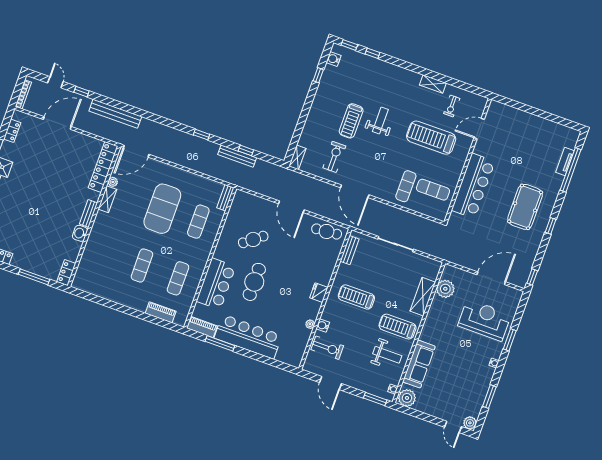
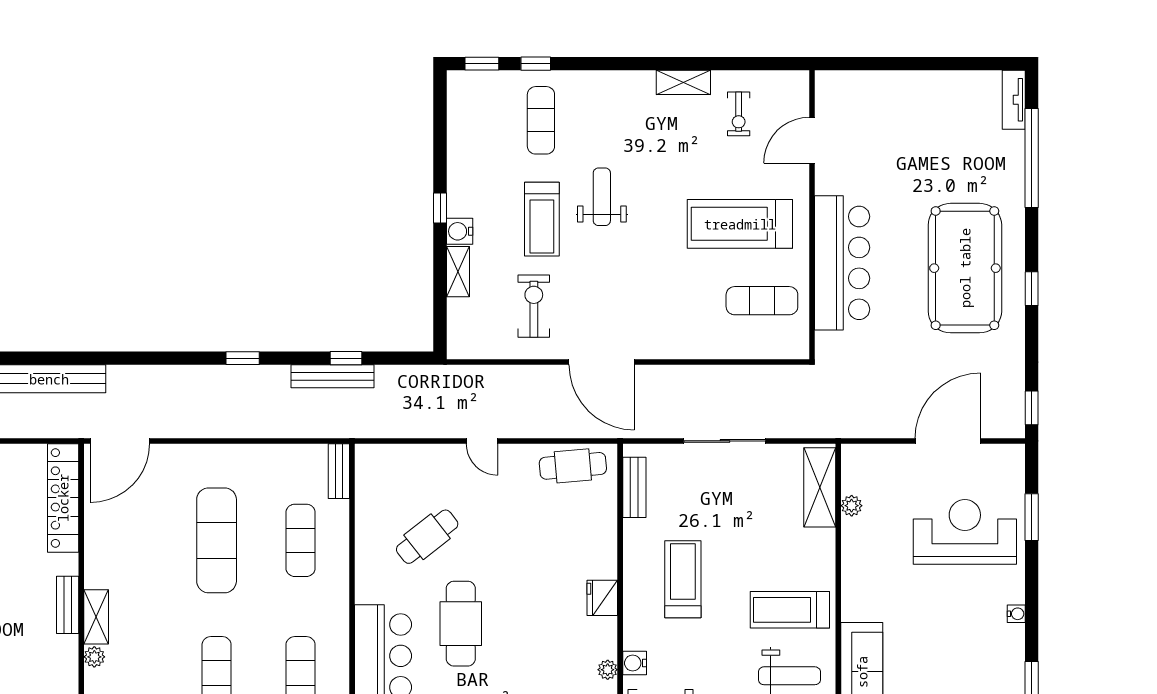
water cooler: (334, 59) -> (460, 231), moved
window: (318, 75) -> (440, 208), moved
treadmill: (431, 138) -> (740, 224), moved
shelving: (297, 157) -> (458, 272), moved
tv unit: (565, 161) -> (1014, 100), moved
plant: (113, 182) -> (94, 657), moved
exercise mat: (406, 186) -> (541, 120), moved
shelving: (107, 199) -> (96, 617), moved
door: (291, 207) -> (482, 441), width x0.53
pool table: (525, 207) -> (965, 268), width x1.36, depth x1.32
exercise mat: (162, 209) -> (217, 540), width x0.68
washbasin: (80, 233) -> (65, 652), removed
plant: (445, 289) -> (852, 506), width x0.53, depth x0.53
treadmill: (356, 297) -> (683, 579), turned 90
shelving: (423, 297) -> (820, 487), moved
window: (510, 340) -> (1032, 517), moved

